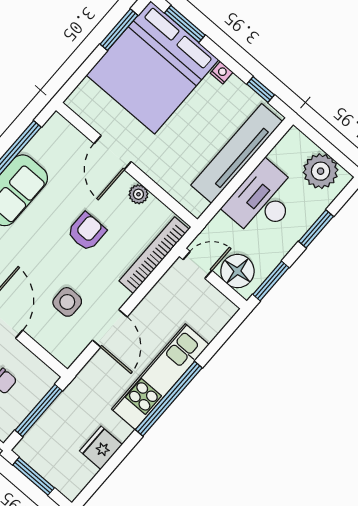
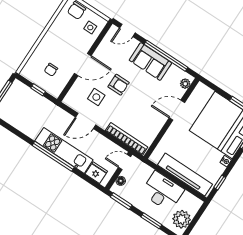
plant: (138, 194) -> (185, 84), moved
armchair: (87, 232) -> (119, 85), moved
door: (198, 265) -> (124, 162), swing flipped
floor lamp: (237, 271) -> (121, 181), width x0.53, depth x0.53
window: (39, 411) -> (38, 90), width x0.46
fridge: (101, 448) -> (96, 173), moved

